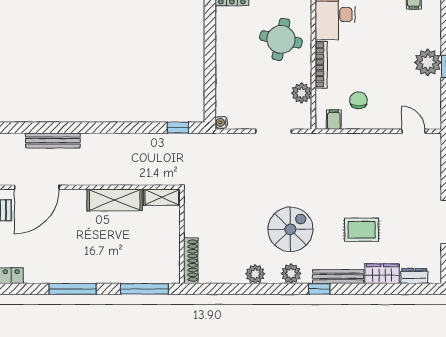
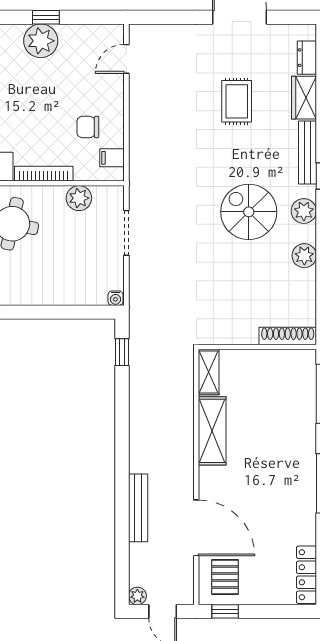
rug: (362, 230) -> (237, 101), moved

